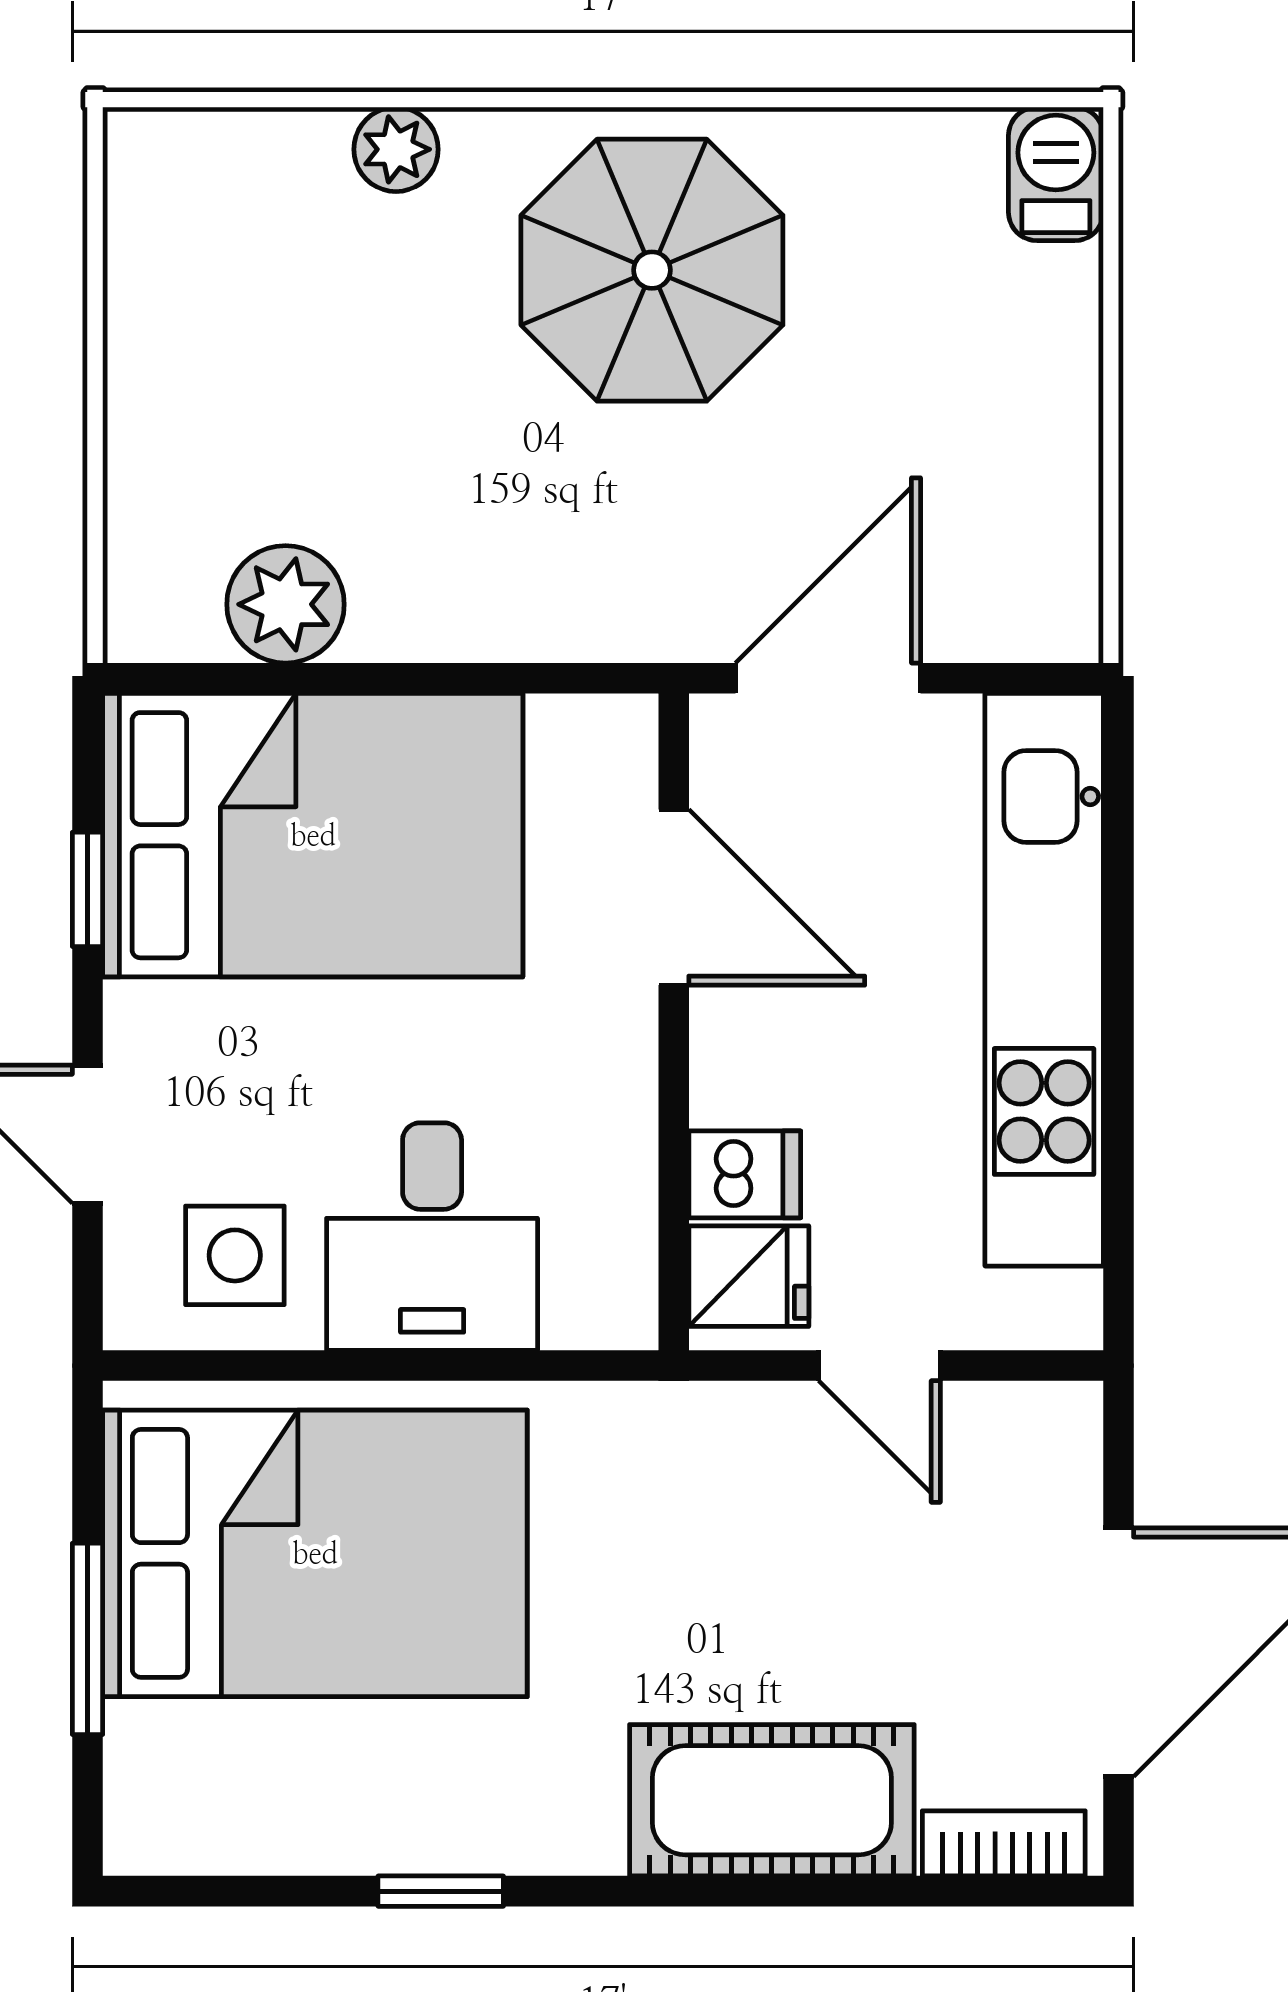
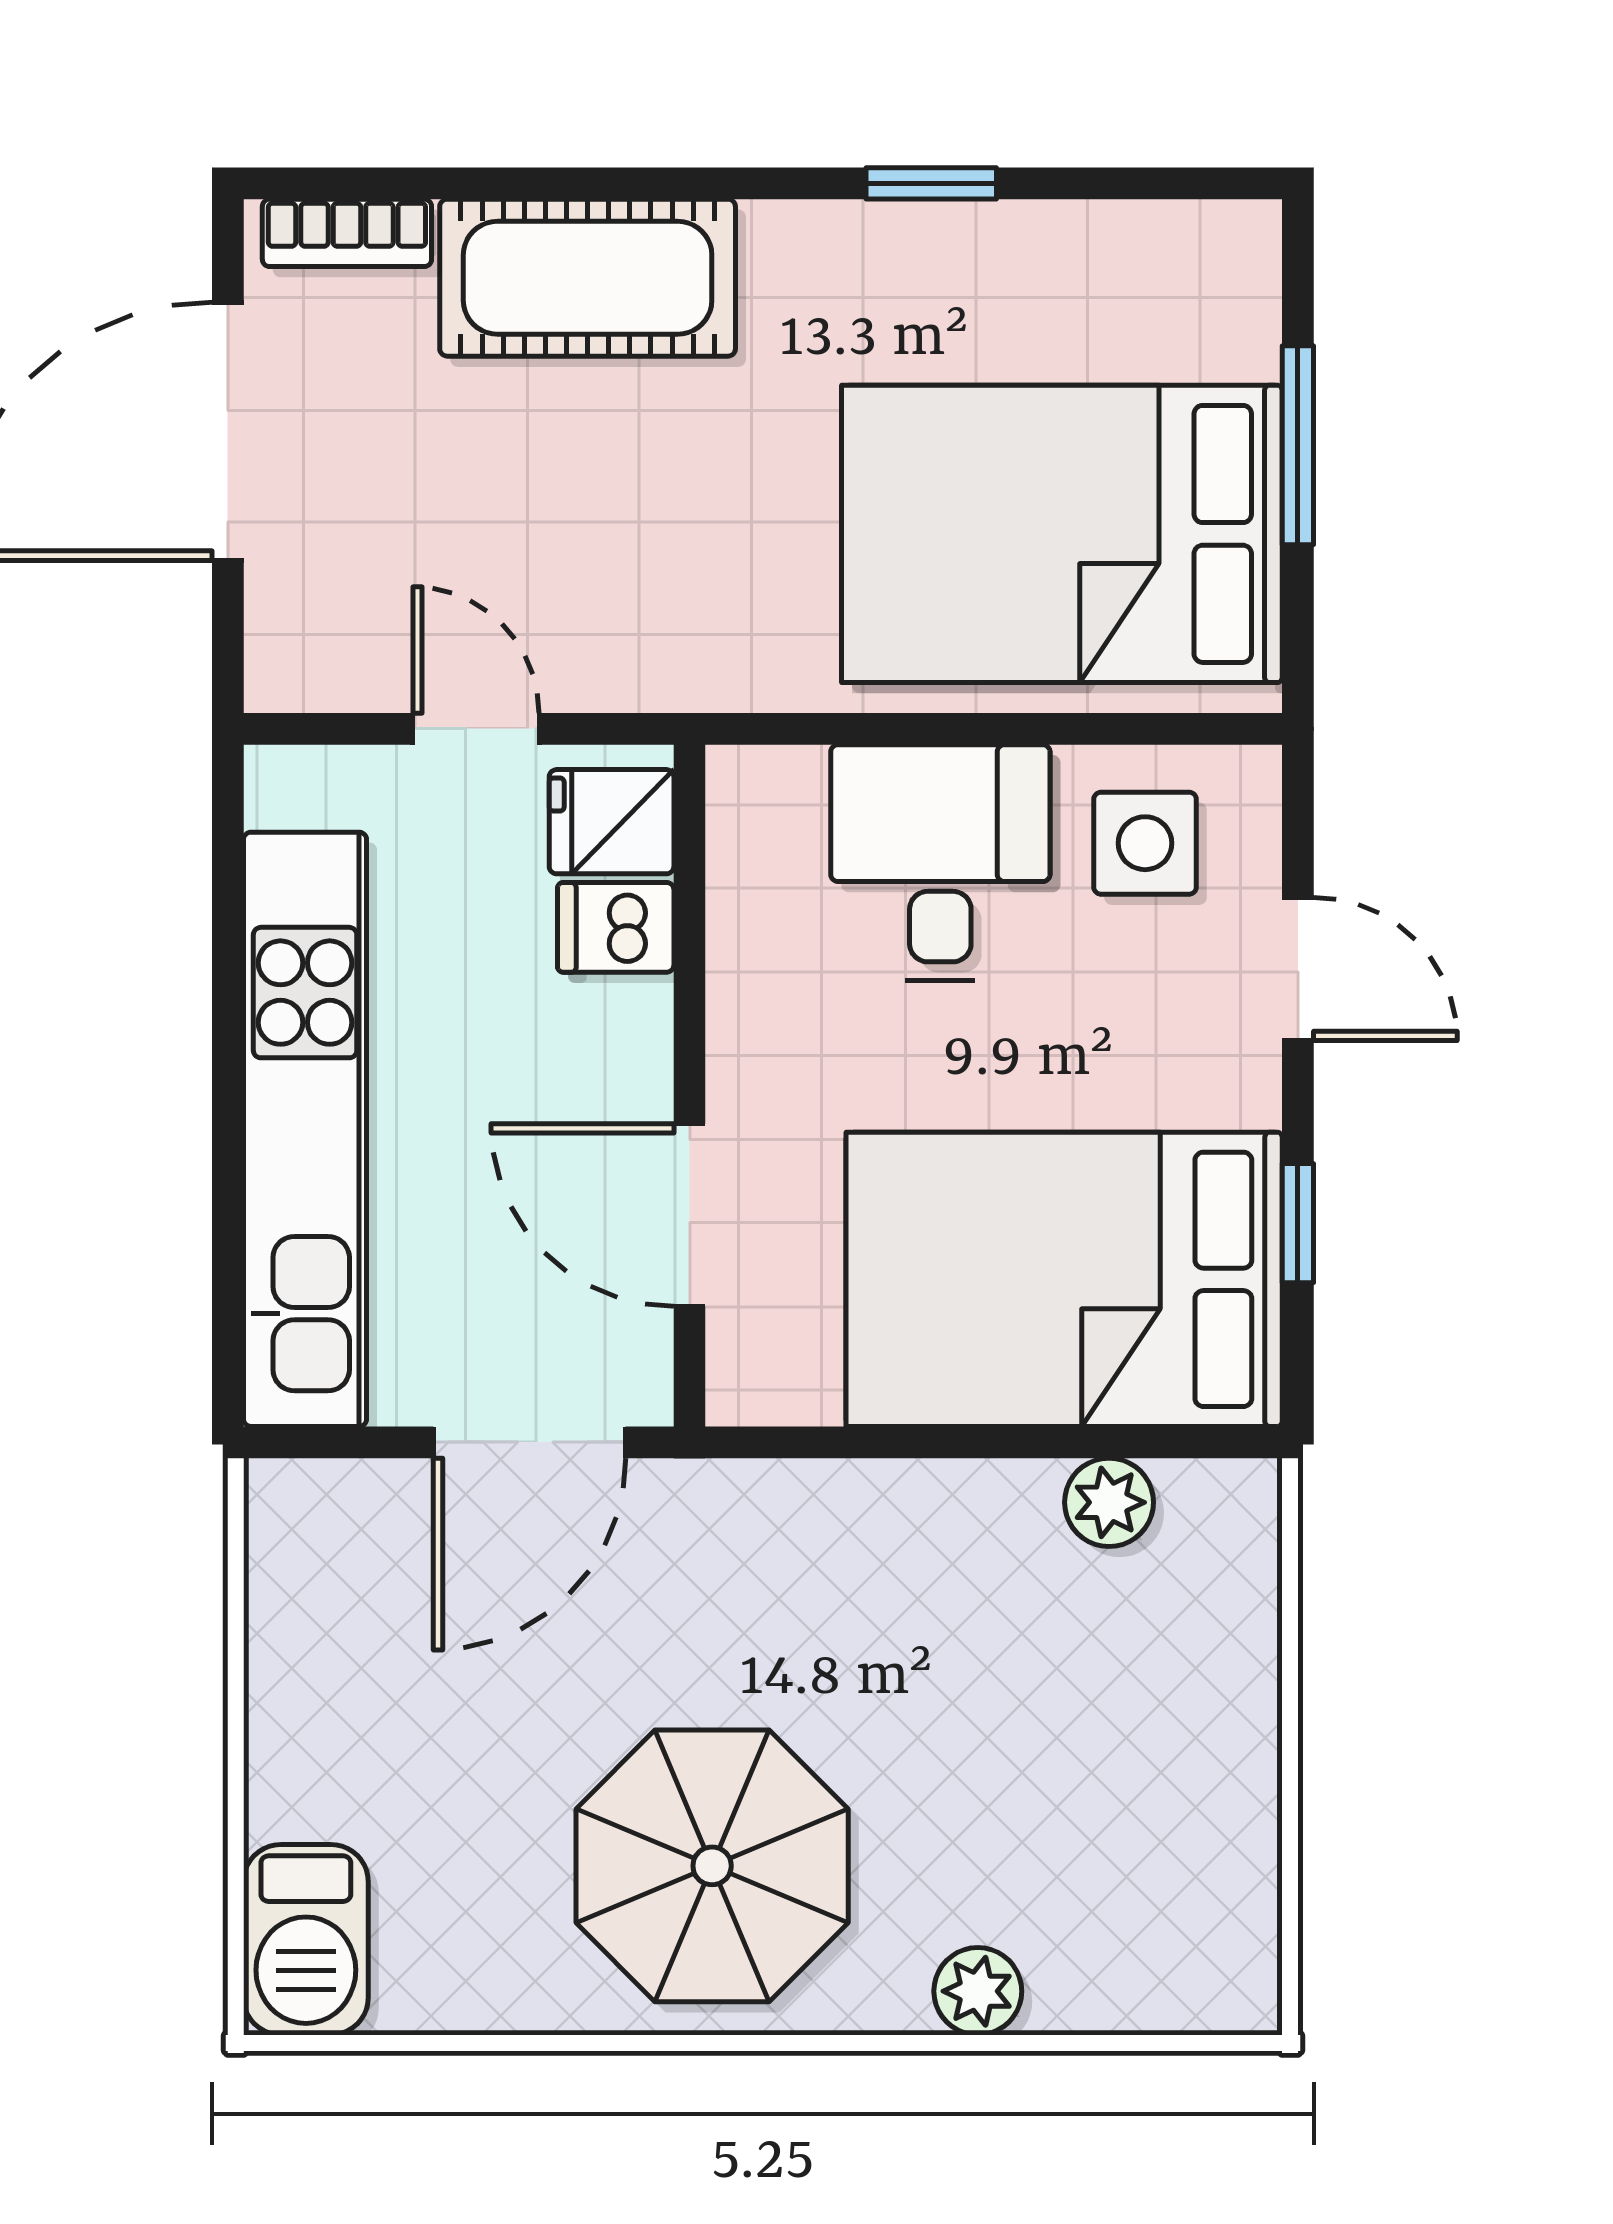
barbecue: (1056, 174) -> (306, 1940), width x1.38, depth x1.27
plant: (286, 604) -> (1109, 1502), width x0.73, depth x0.73

